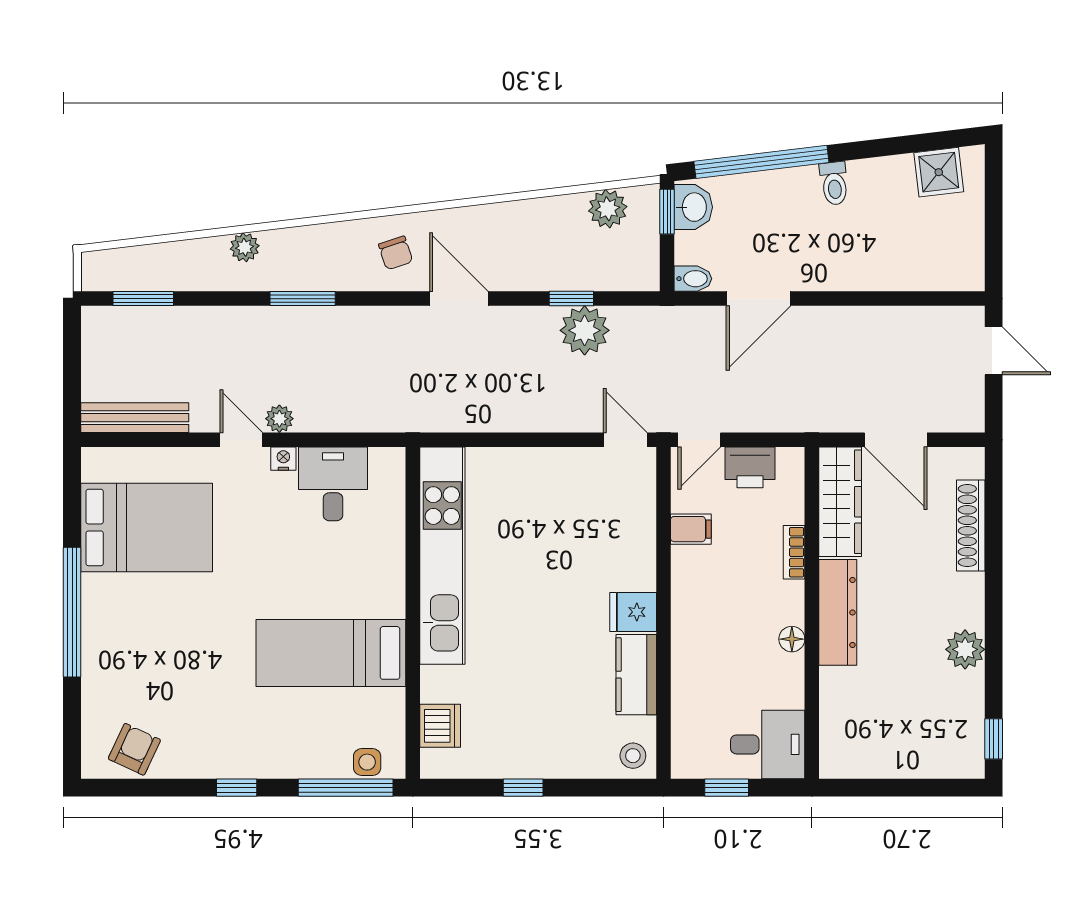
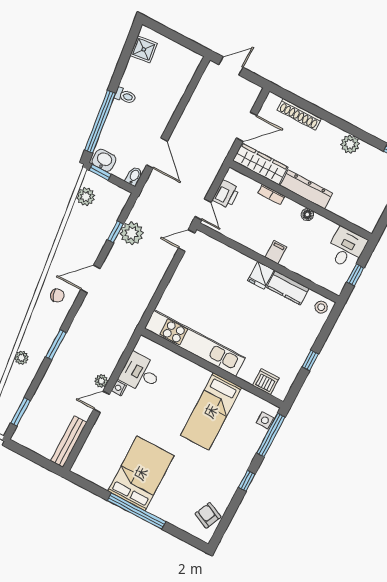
bed: (147, 527) -> (141, 473), moved
filing cabinet: (691, 529) -> (276, 252), moved

